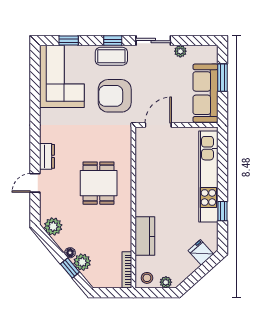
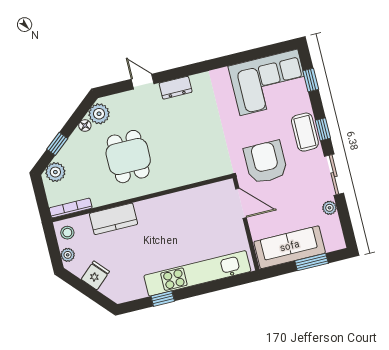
armchair: (115, 96) -> (266, 162), moved
dining table: (99, 183) -> (128, 157), moved, turned 90
fridge: (201, 252) -> (95, 275), moved
floor lamp: (70, 253) -> (85, 125), moved
plant: (82, 262) -> (55, 172), moved

